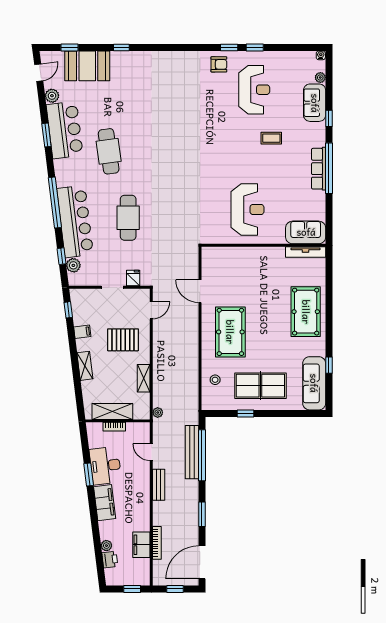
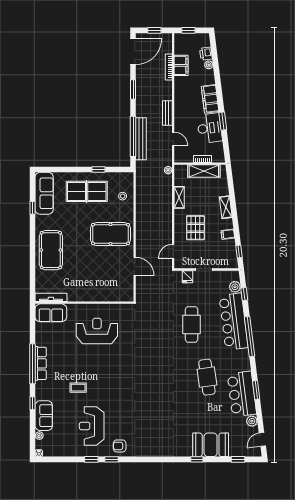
booth: (87, 66) -> (211, 445), moved
reception desk: (248, 209) -> (97, 331), turned 90
pool table: (230, 332) -> (110, 234), turned 90
pallet: (123, 340) -> (196, 228), turned 90

